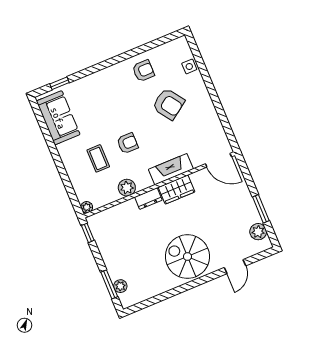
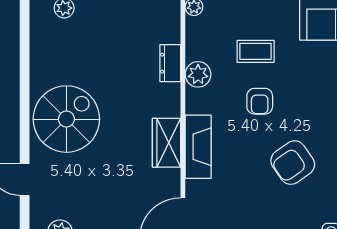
armchair: (168, 104) -> (293, 163), moved
dresser: (148, 199) -> (170, 63), moved

